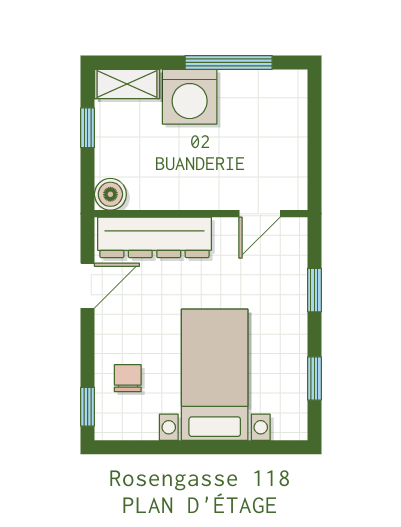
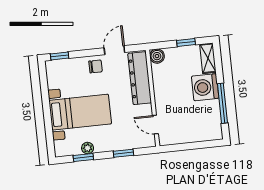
door: (88, 286) -> (114, 50), swing flipped
plant: (295, 367) -> (88, 148), added
chair: (128, 378) -> (96, 66), moved

